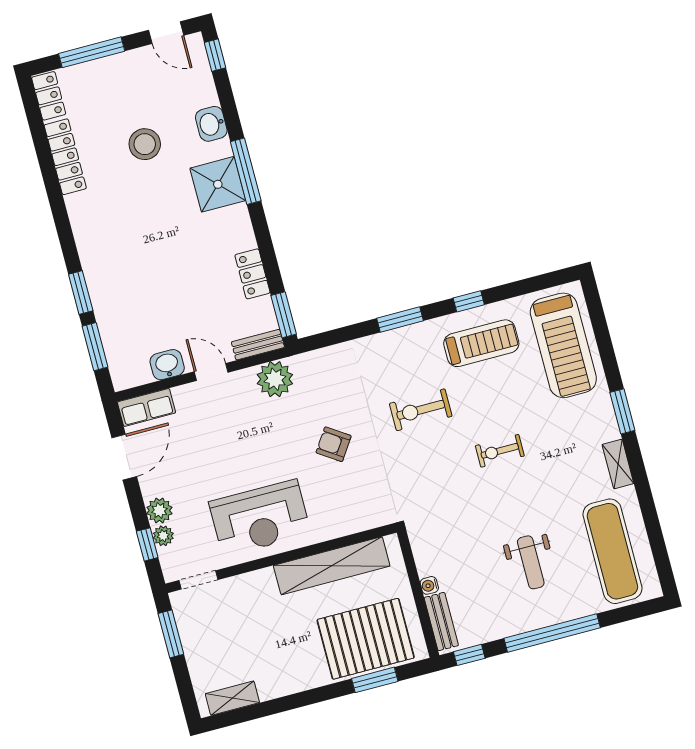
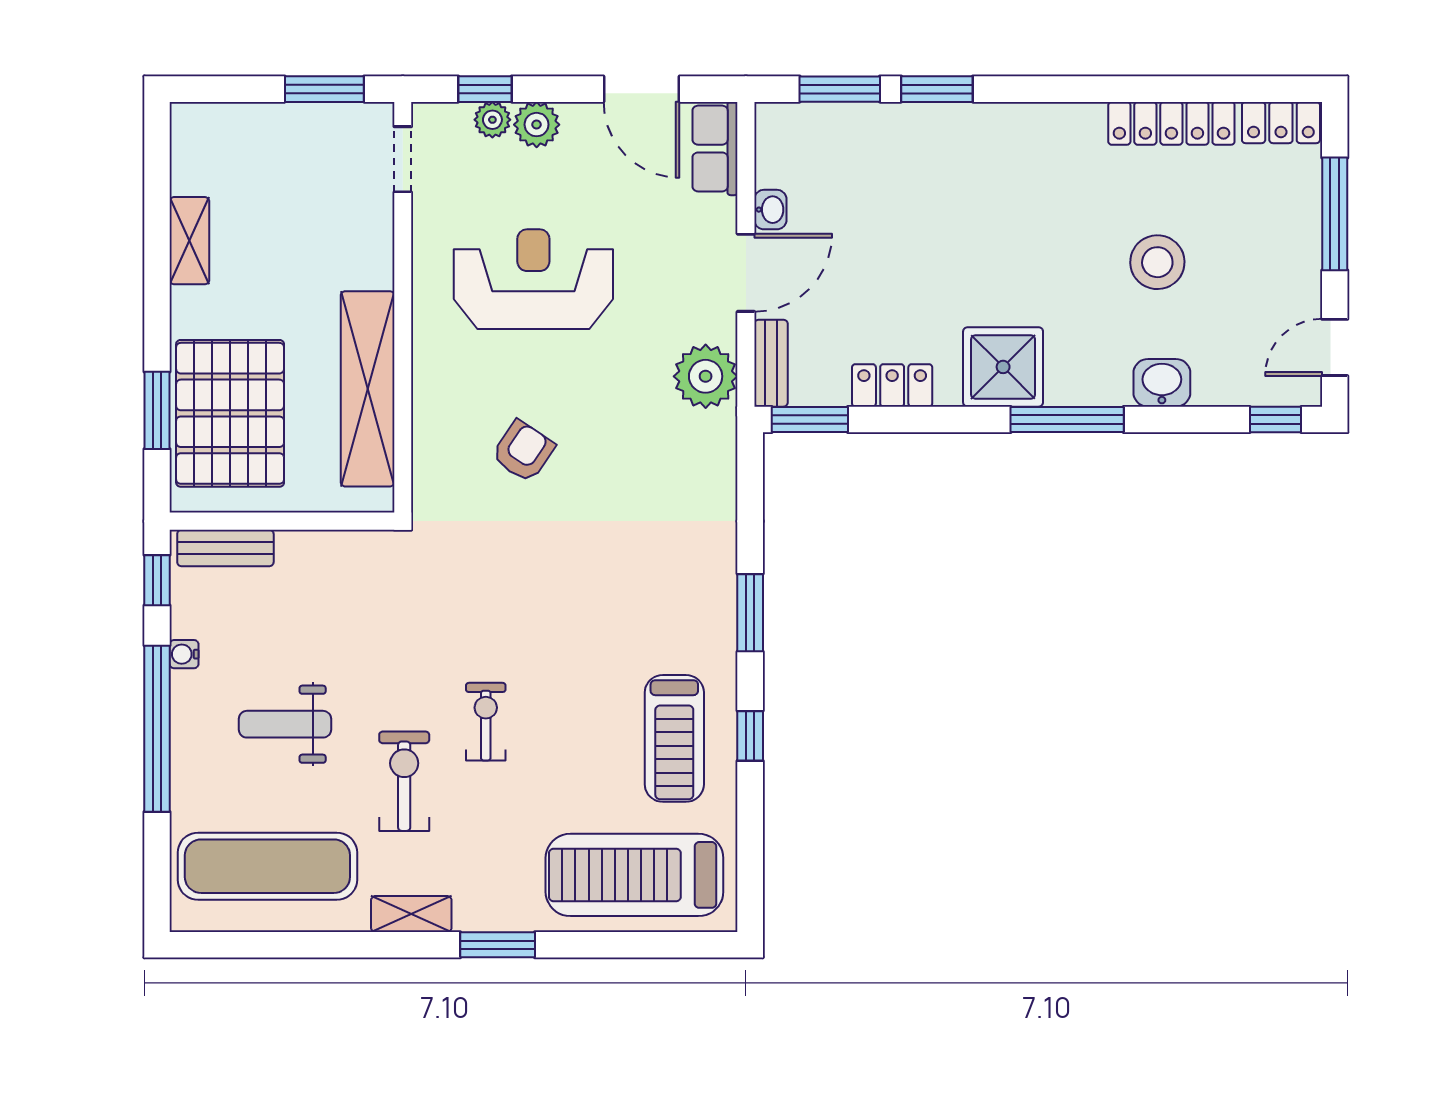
shower: (218, 184) -> (1003, 367), moved
washbasin: (167, 365) -> (770, 210), width x0.72, depth x0.69
door: (211, 372) -> (746, 273), width x1.38
exercise bike: (421, 410) -> (404, 781), moved
armchair: (334, 444) -> (523, 451), moved
reception desk: (260, 518) -> (533, 279), moved, turned 90
water cooler: (429, 585) -> (184, 654), moved, turned -90
shelving: (232, 698) -> (189, 241), moved

